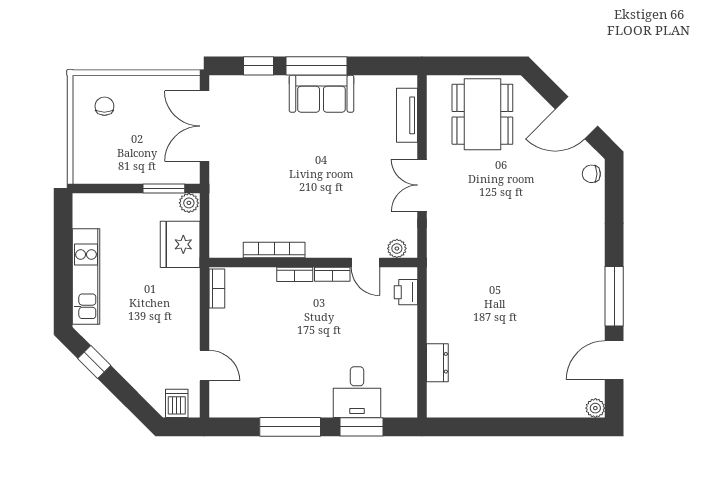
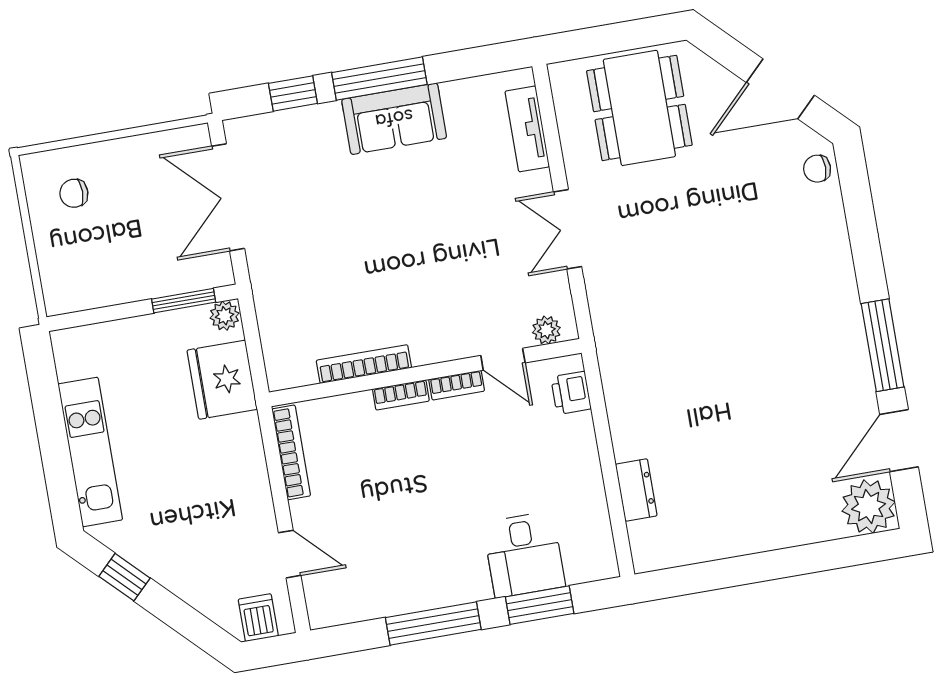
chair: (104, 106) -> (74, 193), turned -90
bookcase: (217, 288) -> (291, 452), width x1.56
plant: (595, 408) -> (869, 507), width x1.87, depth x1.87

